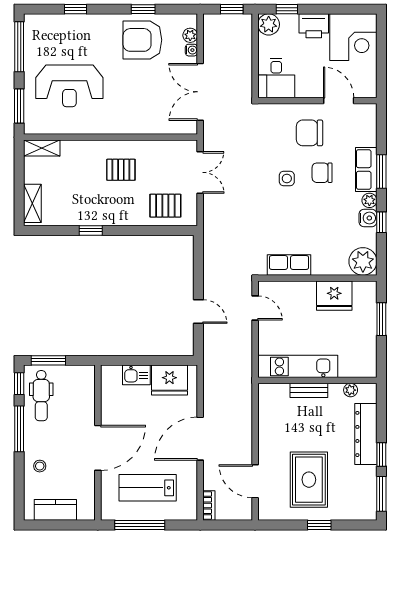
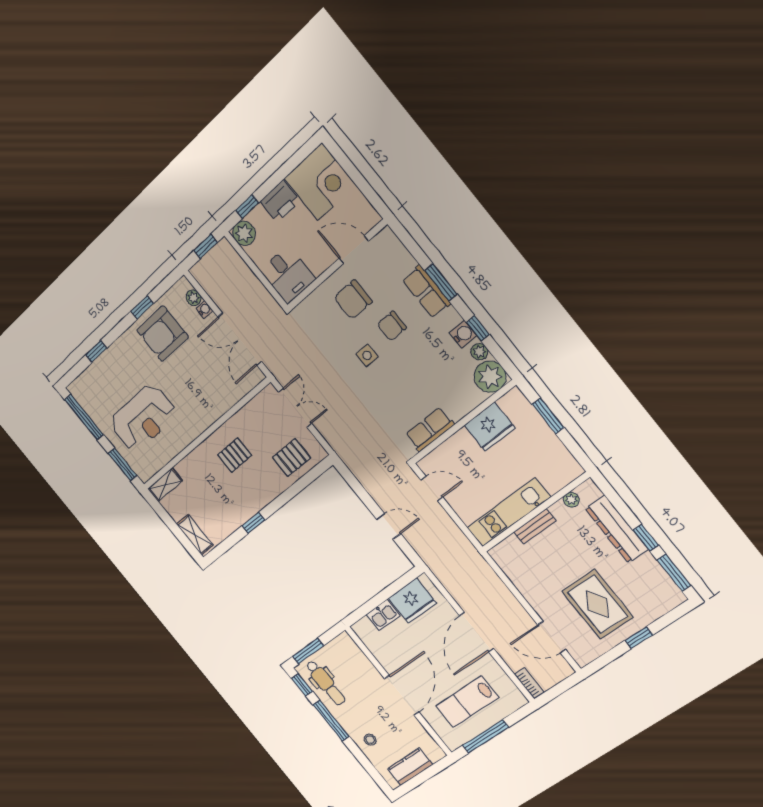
plant: (369, 200) -> (479, 352), moved

